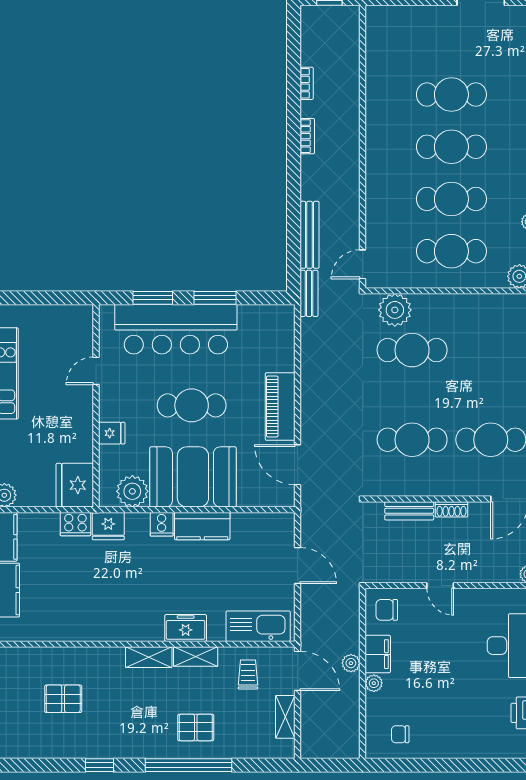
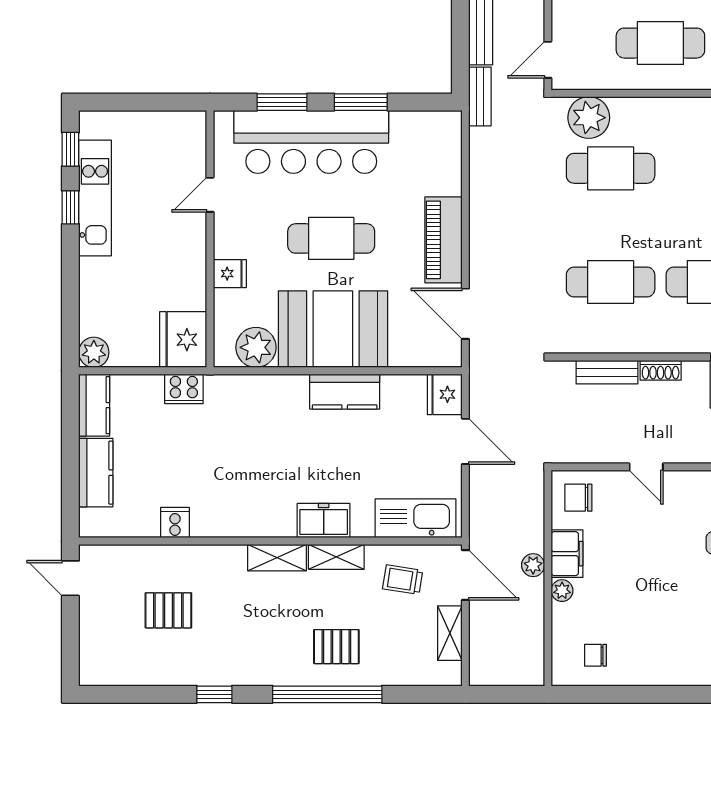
cooker: (162, 524) -> (175, 523), moved, turned 180
fridge: (108, 526) -> (445, 394), moved, turned 90
trolley: (248, 675) -> (403, 580), turned -81

